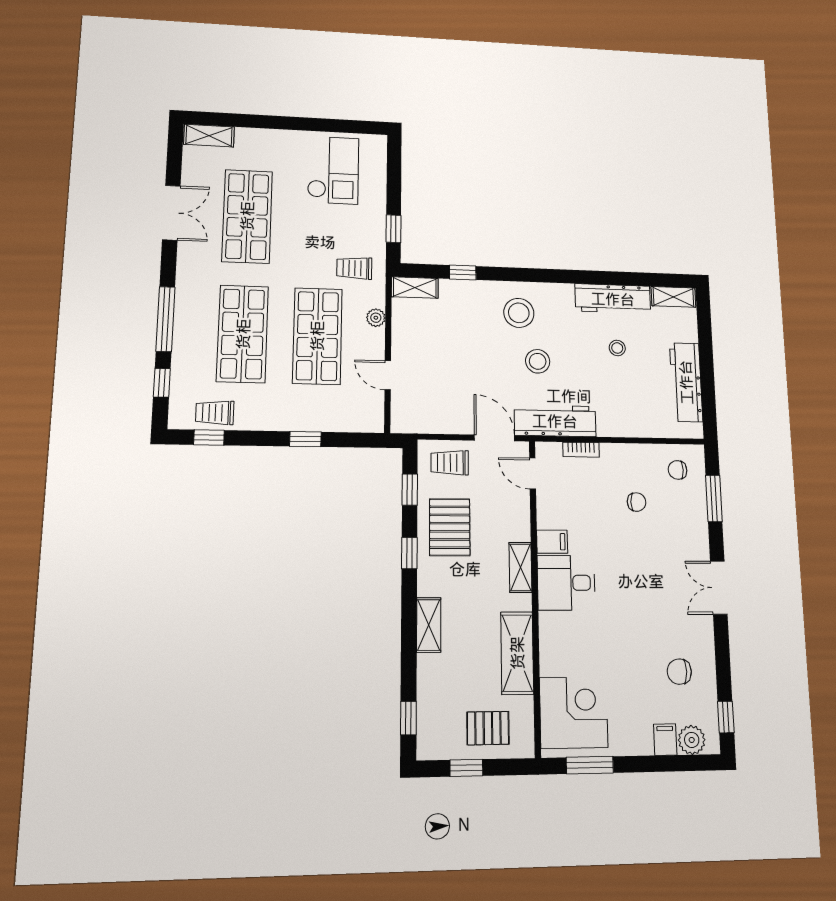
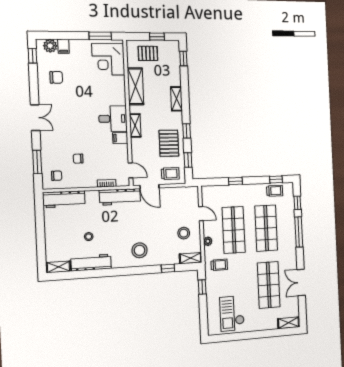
stool: (538, 361) -> (184, 233), moved
workbench: (686, 382) -> (64, 199), moved, turned 90

